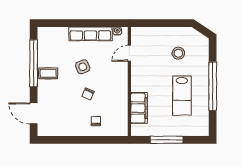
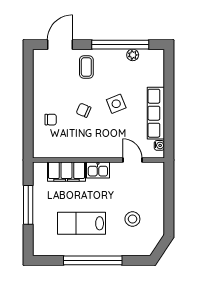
plant: (42, 53) -> (133, 55), added
coffee table: (48, 73) -> (86, 67), moved
kitchen sink: (138, 82) -> (98, 170), added

